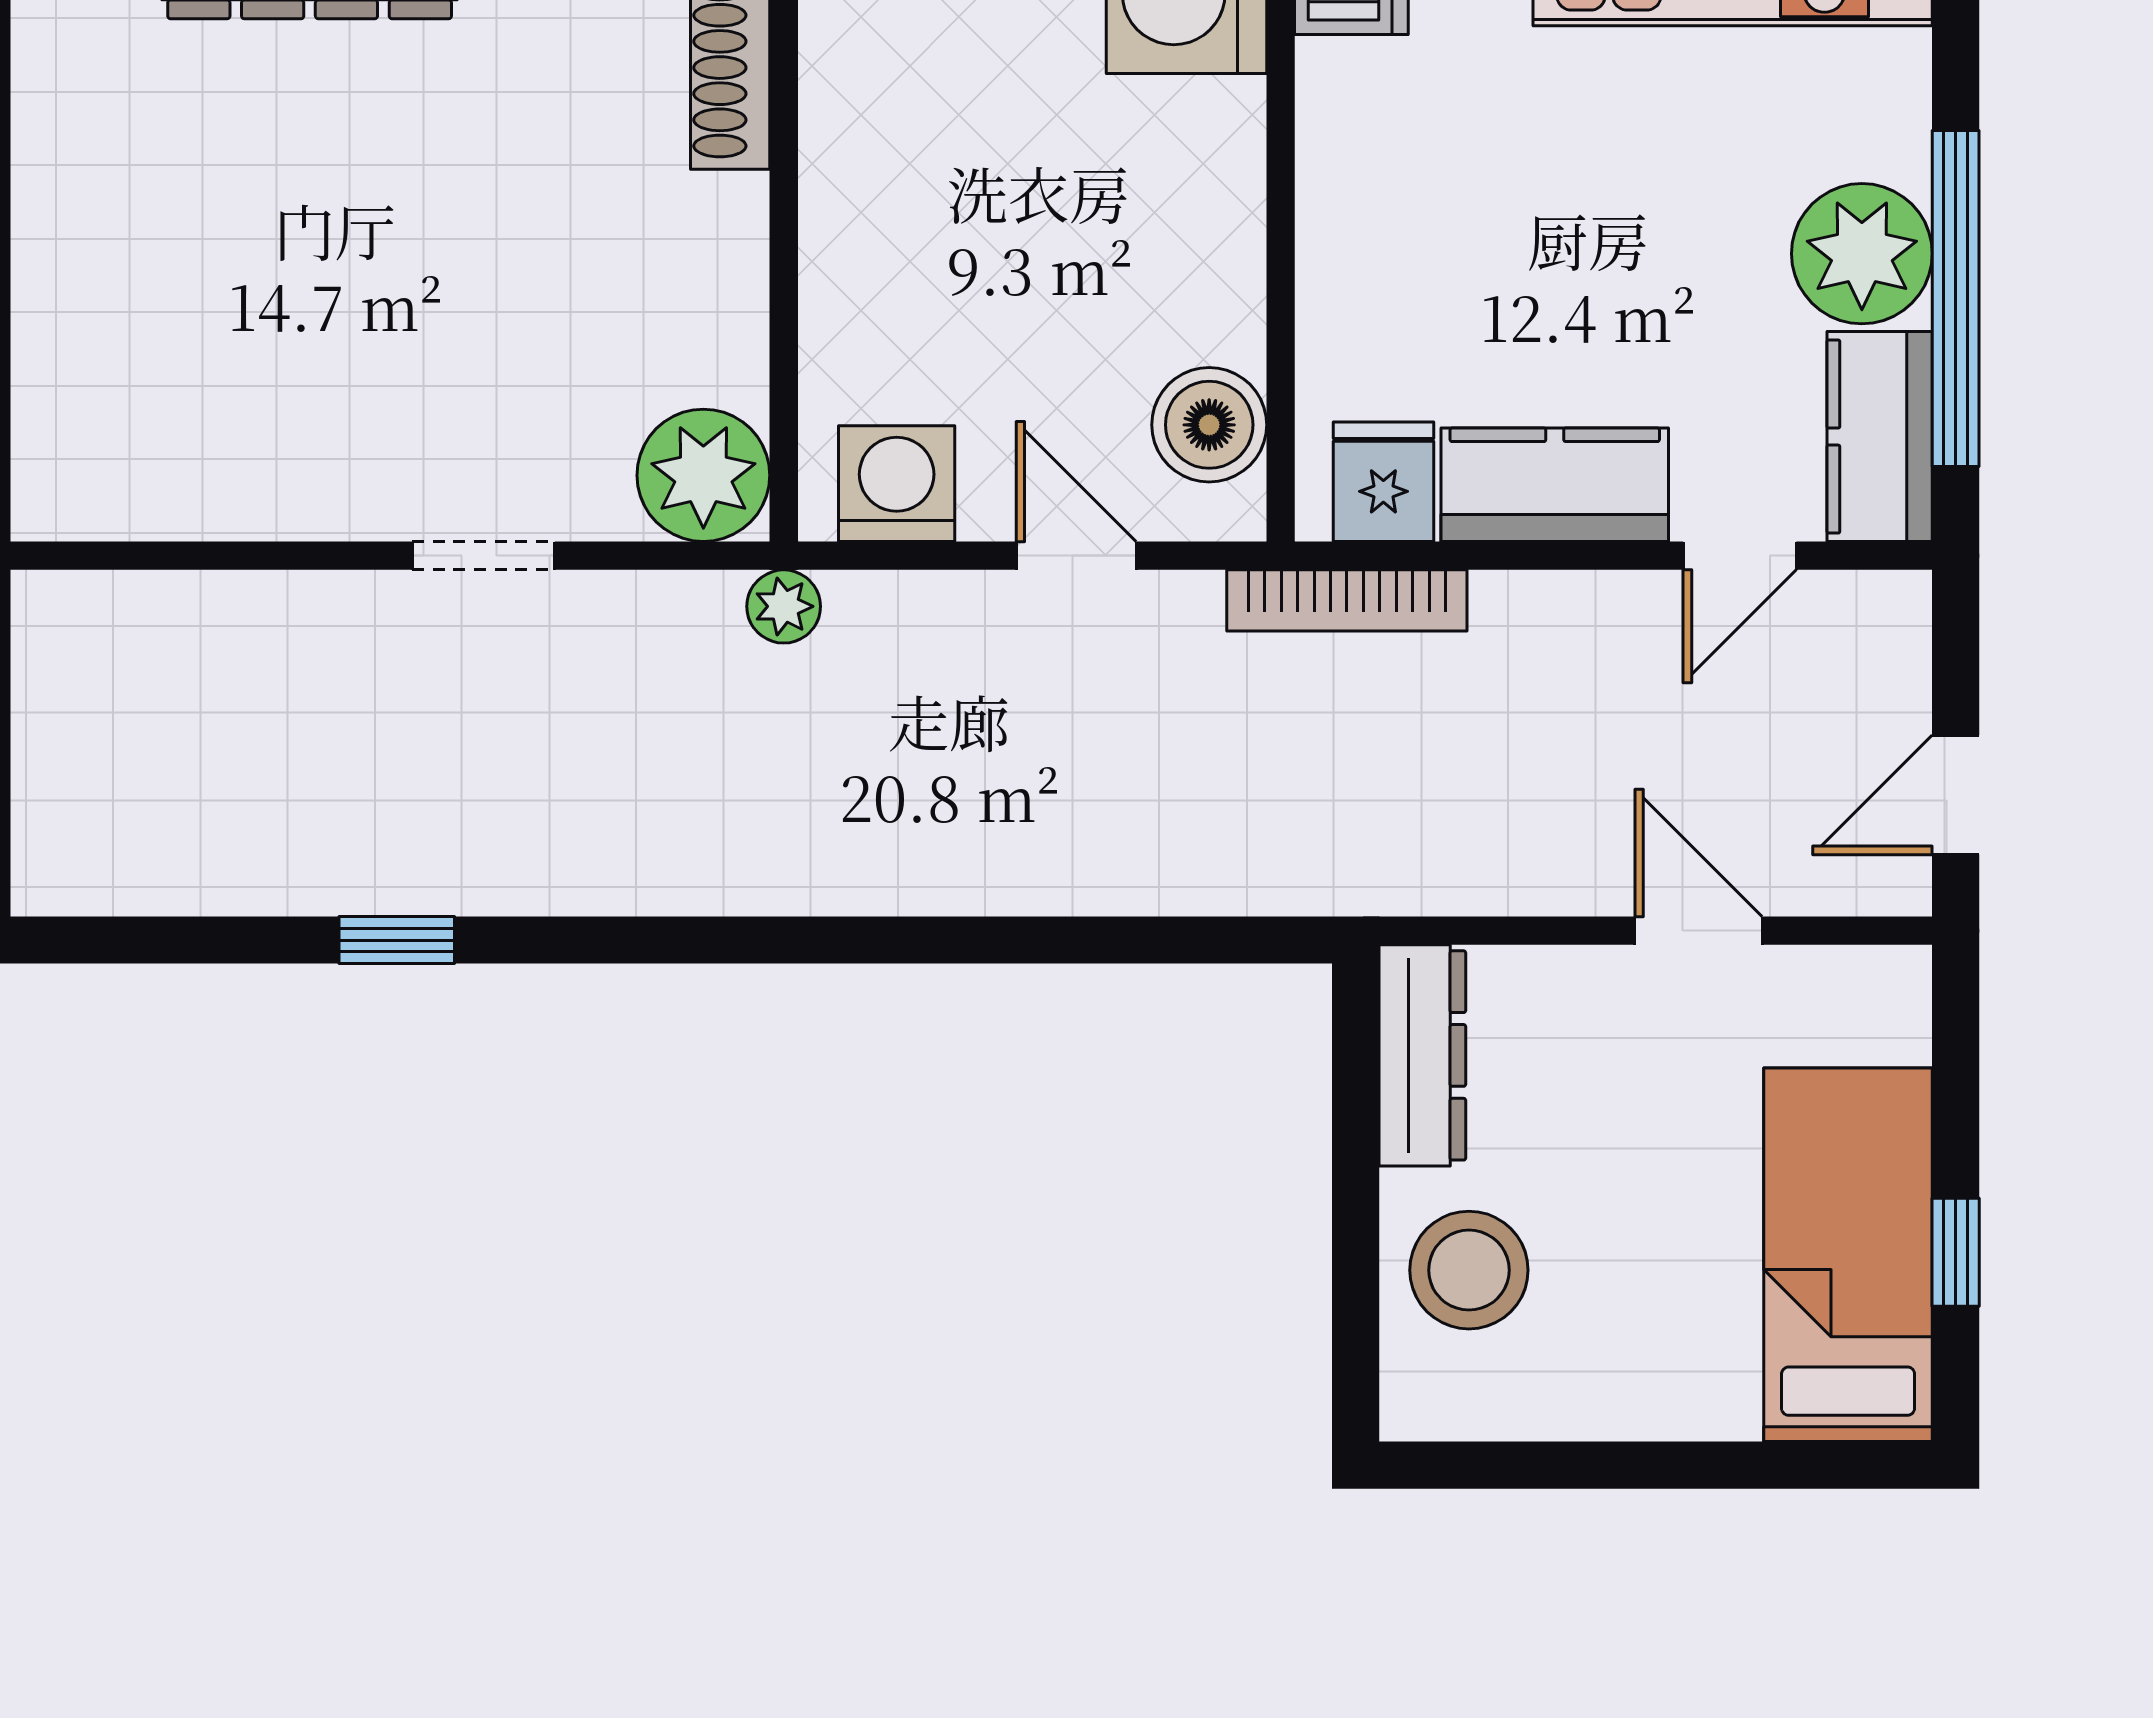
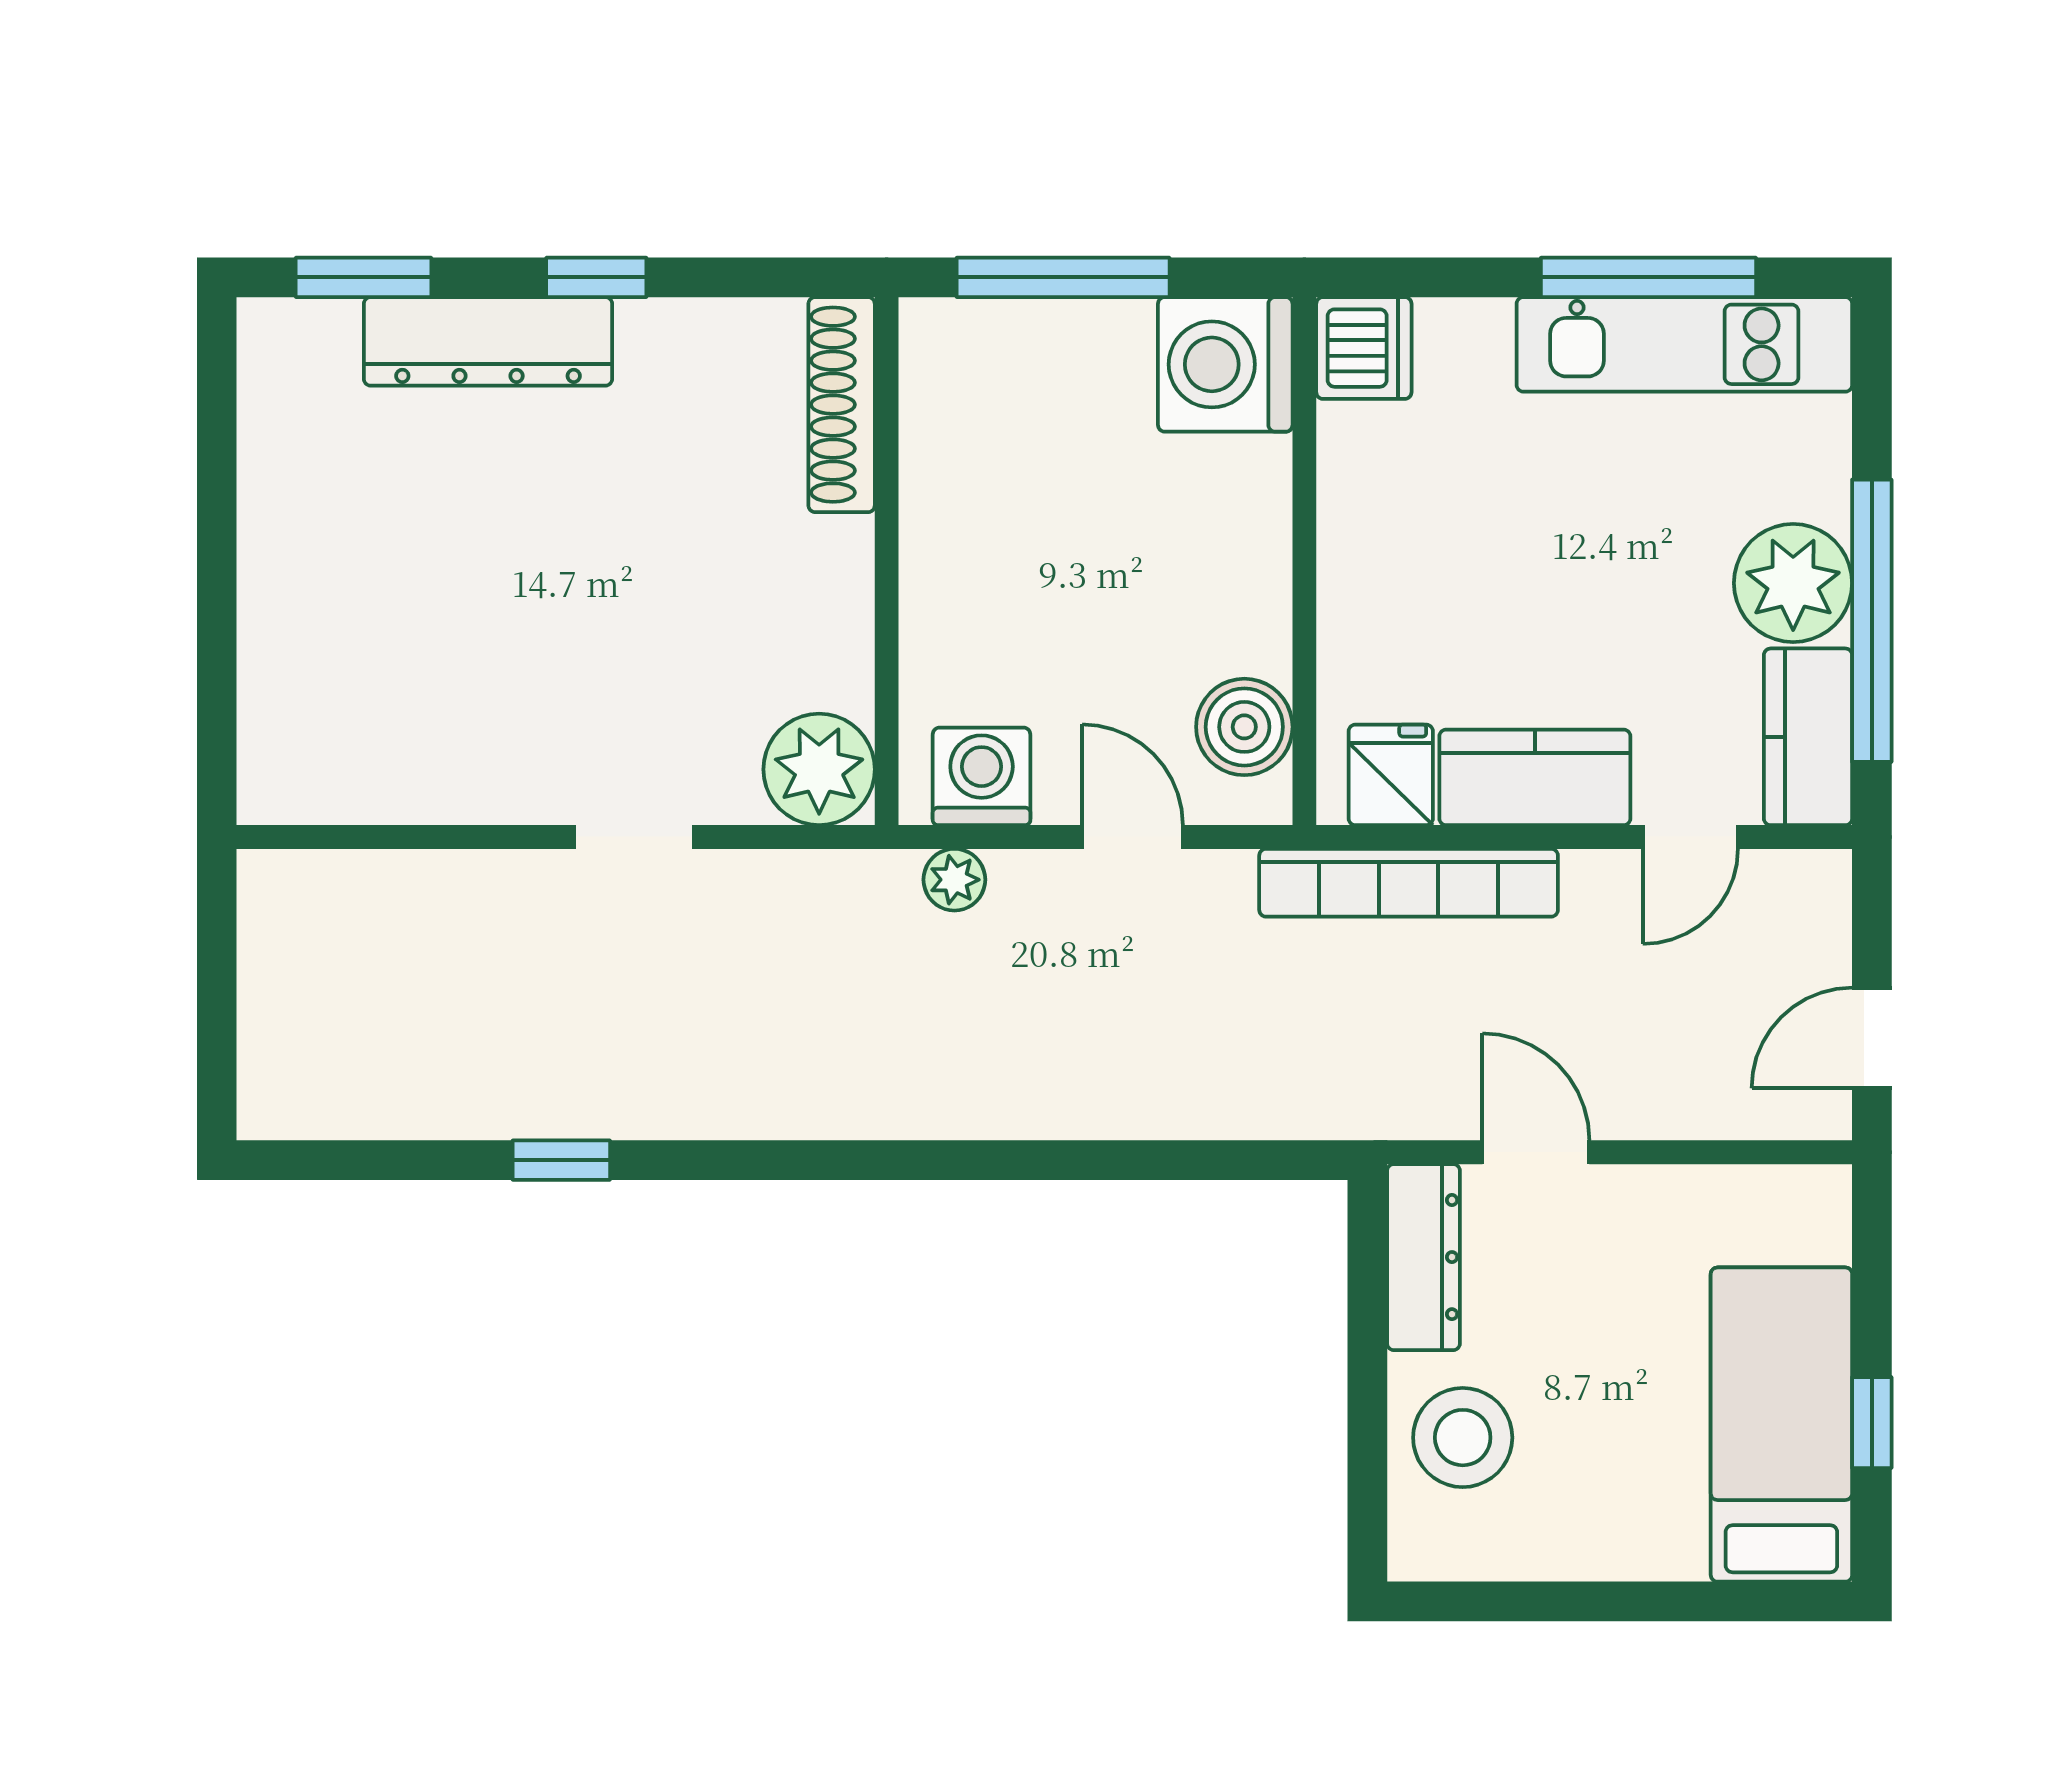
bookcase: (1347, 600) -> (1409, 883), width x1.48, depth x1.31
plant: (784, 606) -> (954, 880), moved
door: (1699, 931) -> (1536, 1152), moved

